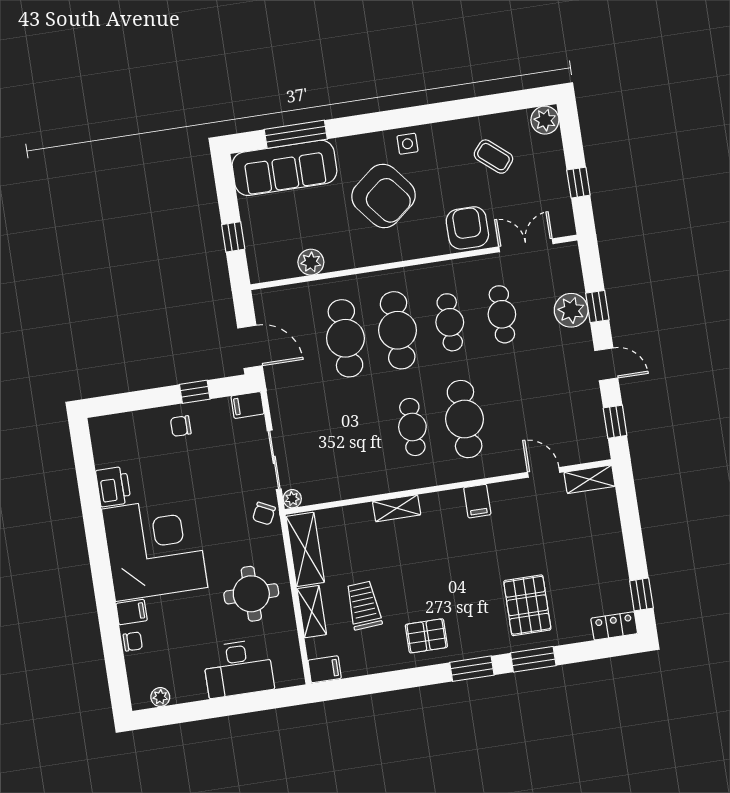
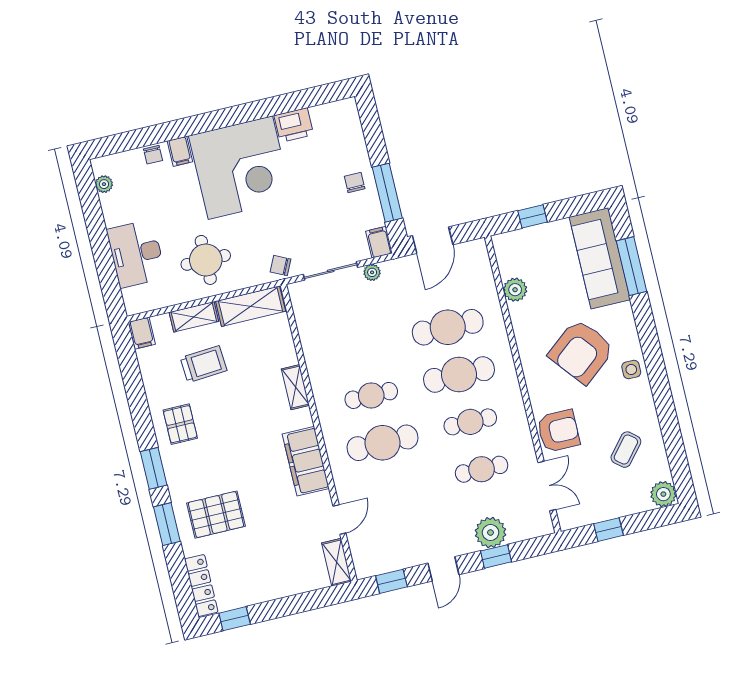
window: (195, 392) -> (387, 193), width x2.17
plant: (292, 499) -> (372, 272), moved
filing cabinet: (477, 501) -> (306, 461), width x3.00, depth x1.17
locker: (614, 626) -> (201, 586), width x1.53

